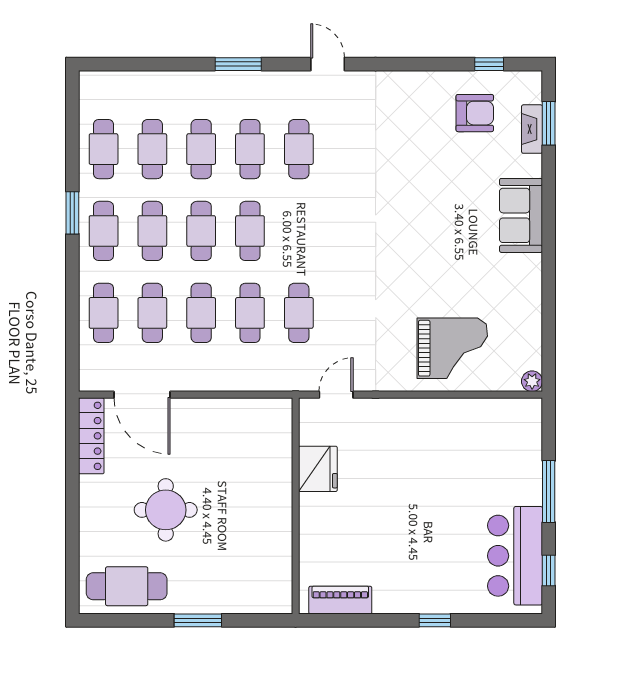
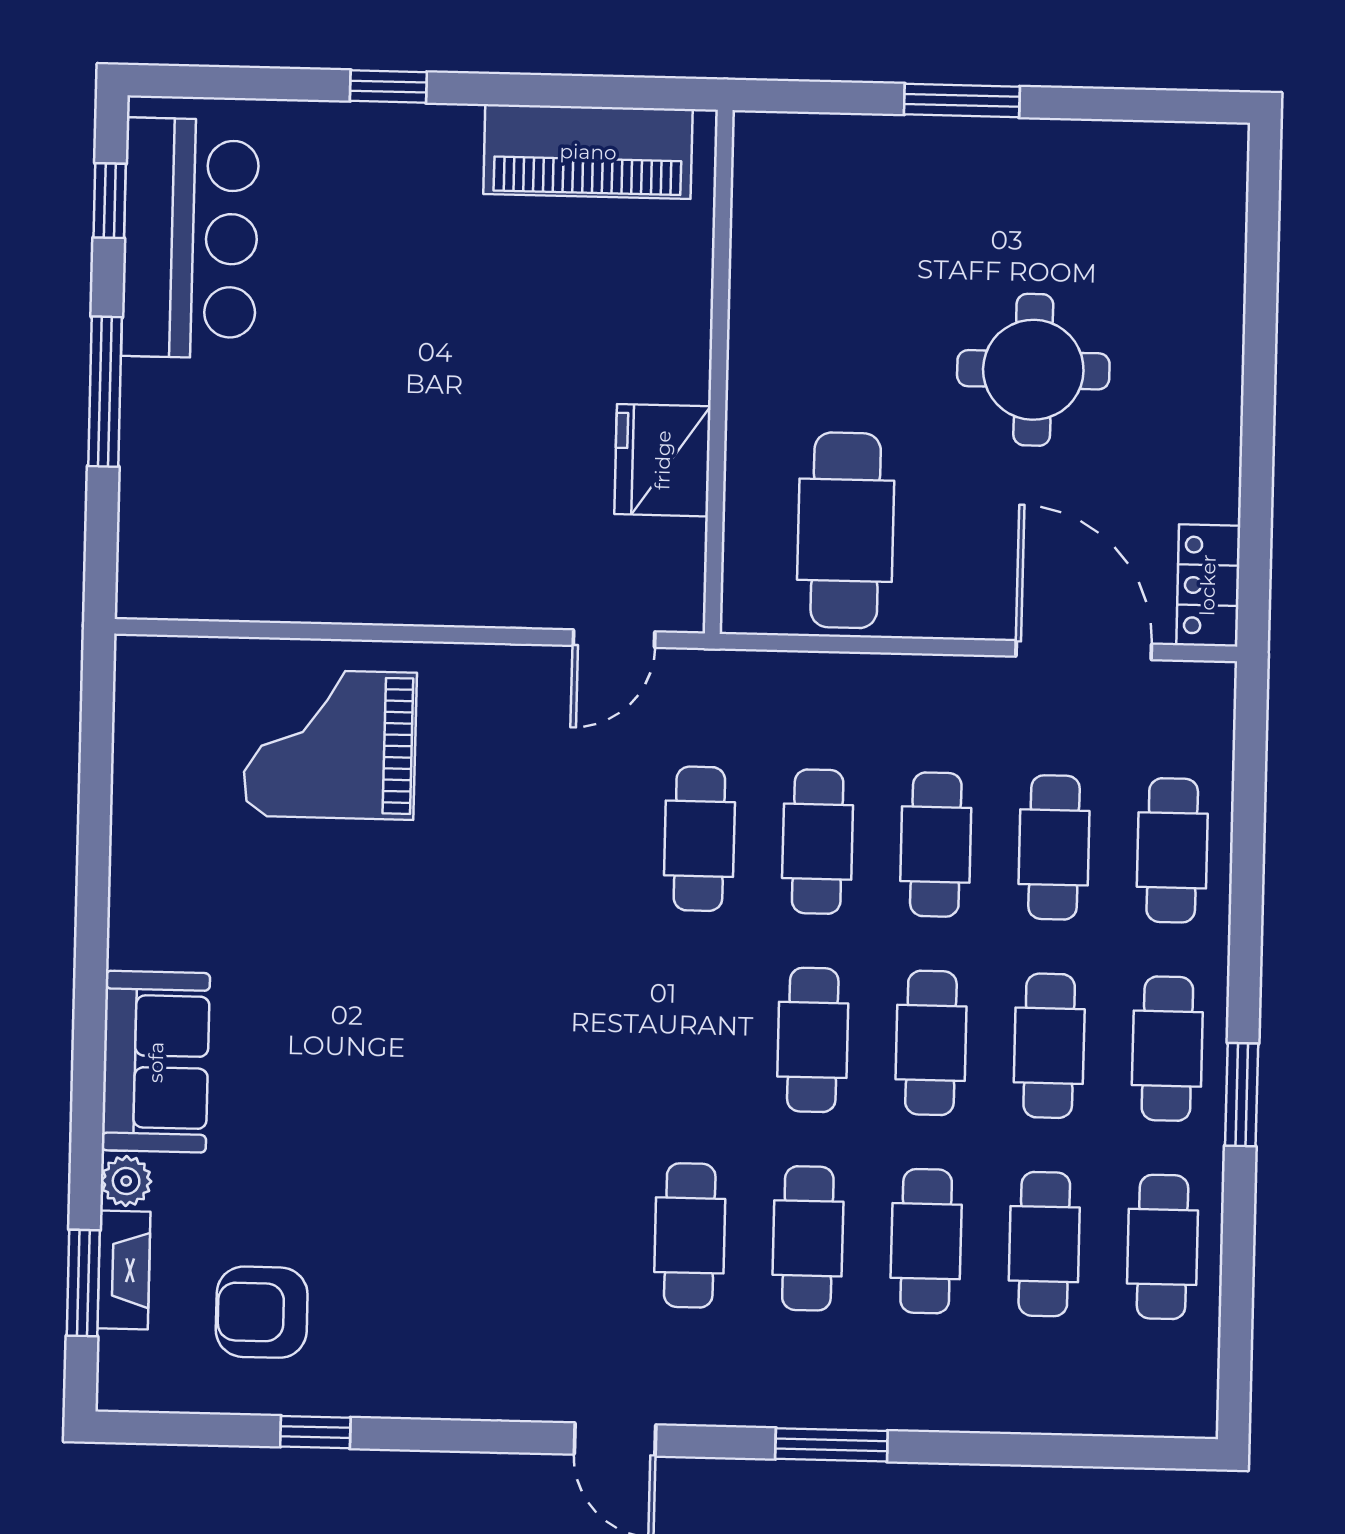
window: (489, 64) -> (315, 1432), moved
plant: (532, 381) -> (126, 1181), moved
locker: (91, 436) -> (1208, 585), width x0.66
cafe table: (127, 586) -> (846, 530), moved, turned 90
piano: (340, 600) -> (588, 152), width x1.37, depth x1.33

